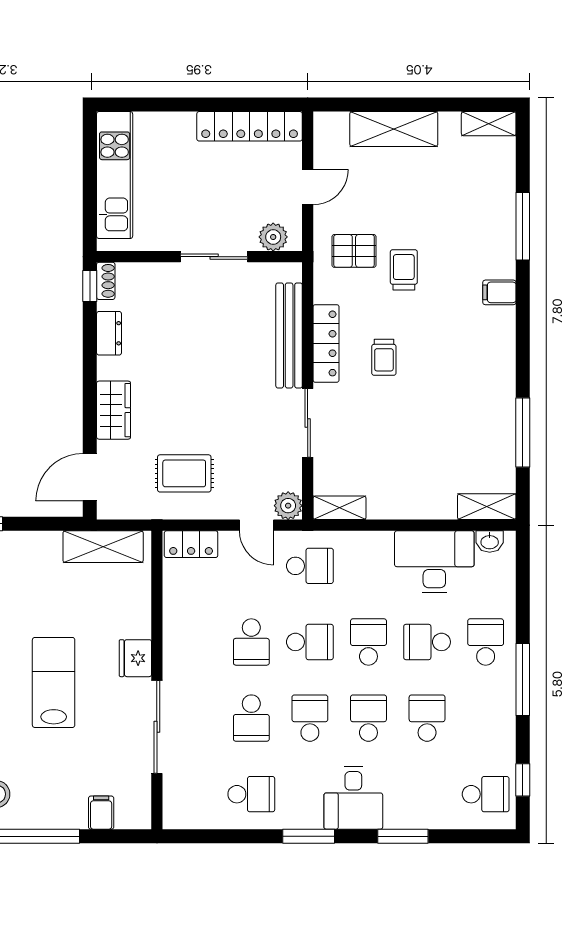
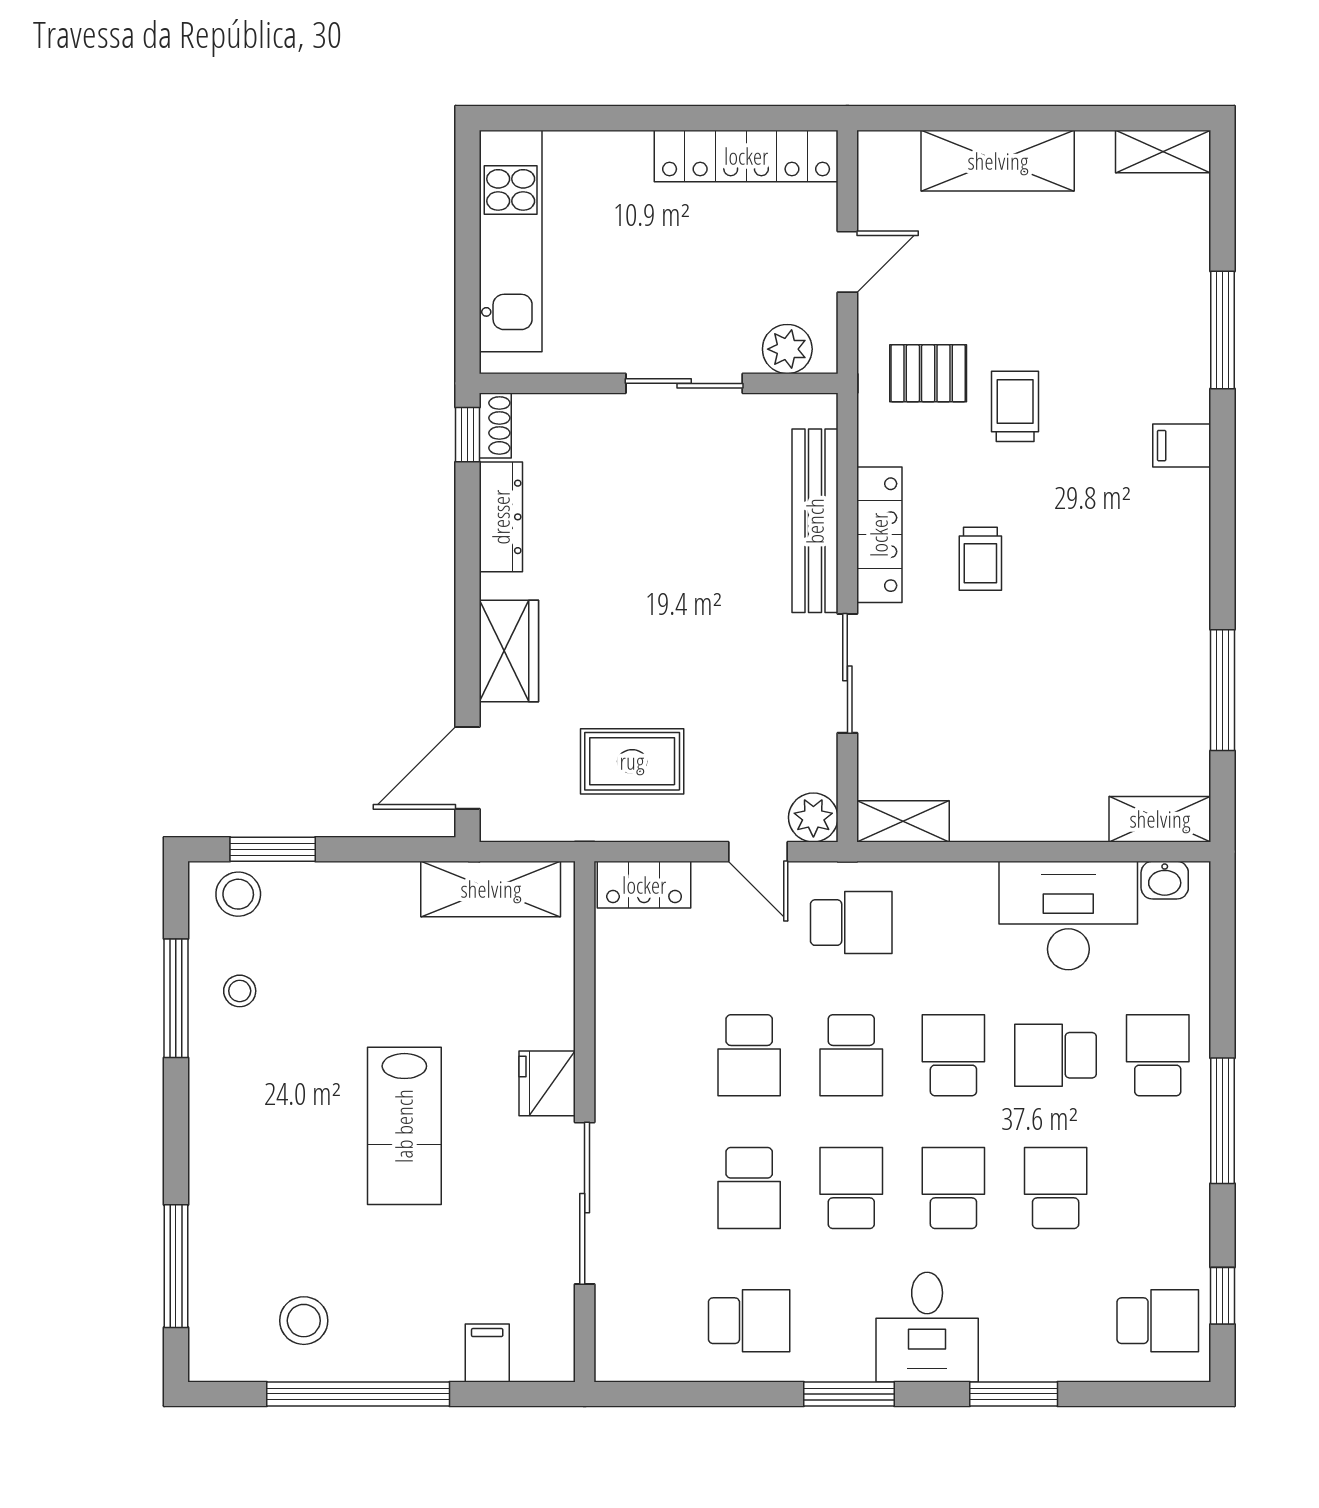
dresser: (109, 333) -> (501, 517), width x1.44
school desk: (310, 642) -> (851, 1055), turned 90
lab bench: (54, 682) -> (404, 1126), turned 180

